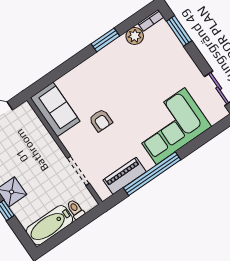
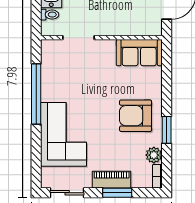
window: (179, 31) -> (117, 193), moved
armchair: (101, 120) -> (136, 116), moved, width x1.88, depth x1.88
piano: (125, 176) -> (112, 180), moved, turned -90

